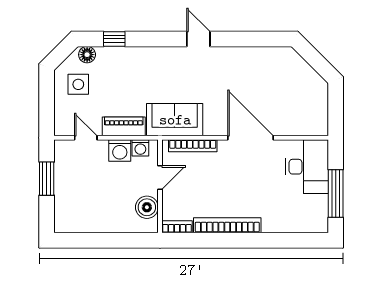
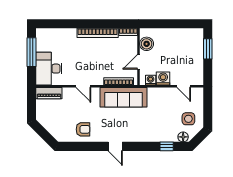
armchair: (251, 67) -> (83, 129), added
sofa: (175, 120) -> (124, 97), width x1.36
piano: (124, 126) -> (49, 93), moved
door: (251, 138) -> (83, 86), width x0.53
window: (47, 179) -> (208, 49), moved

